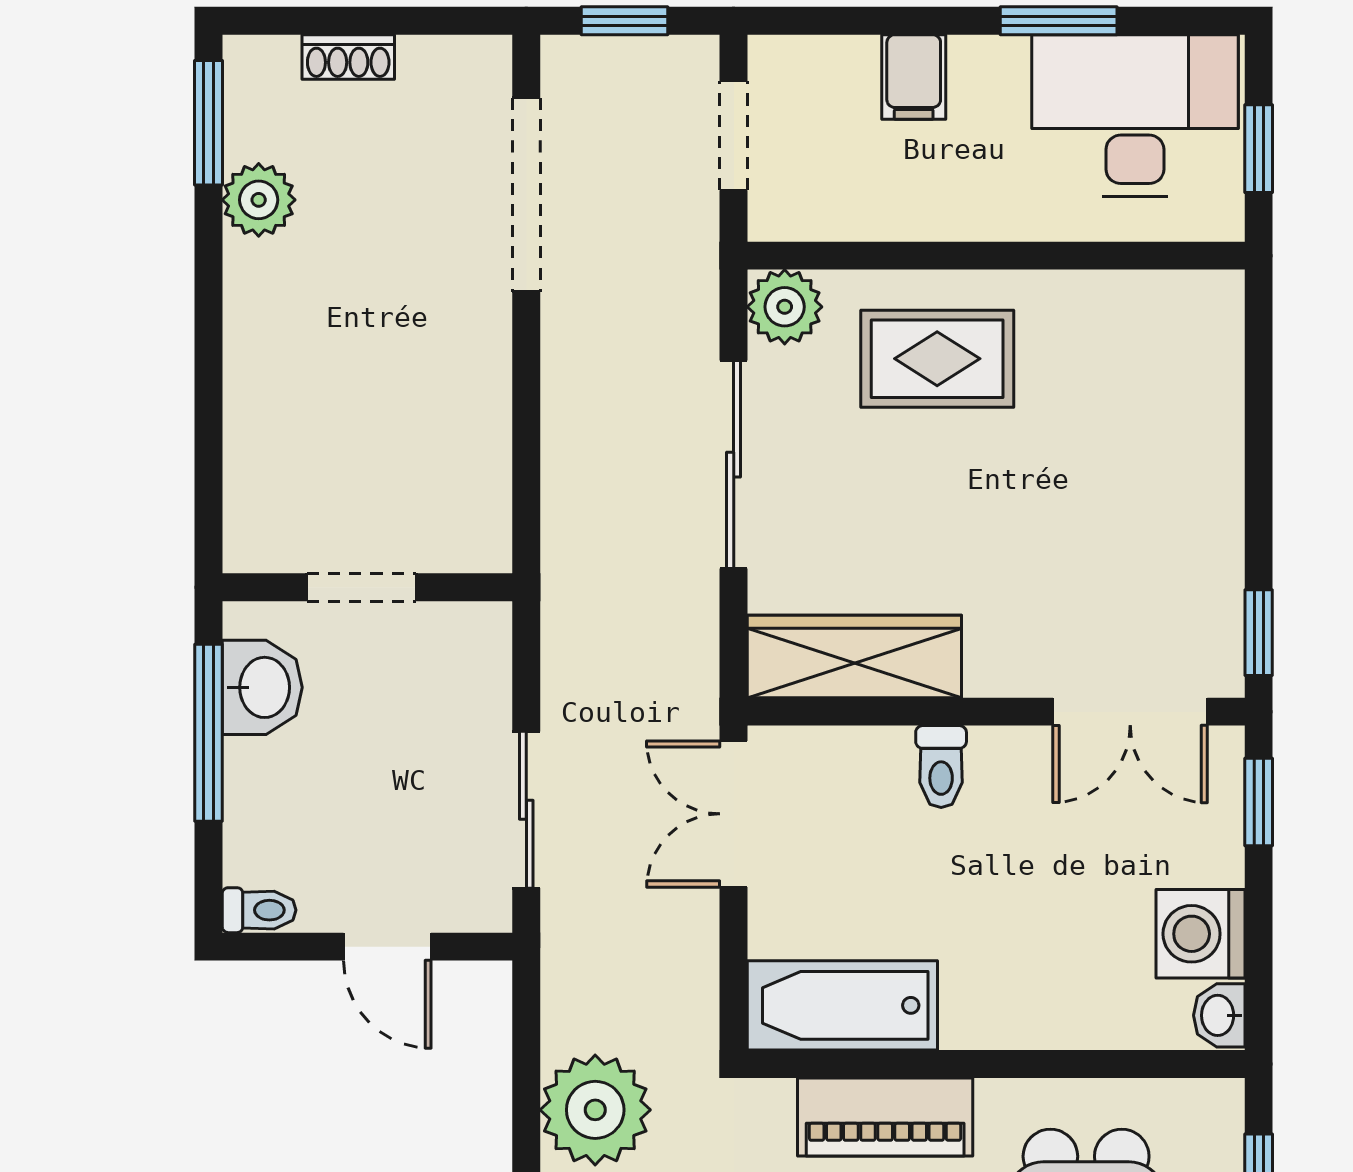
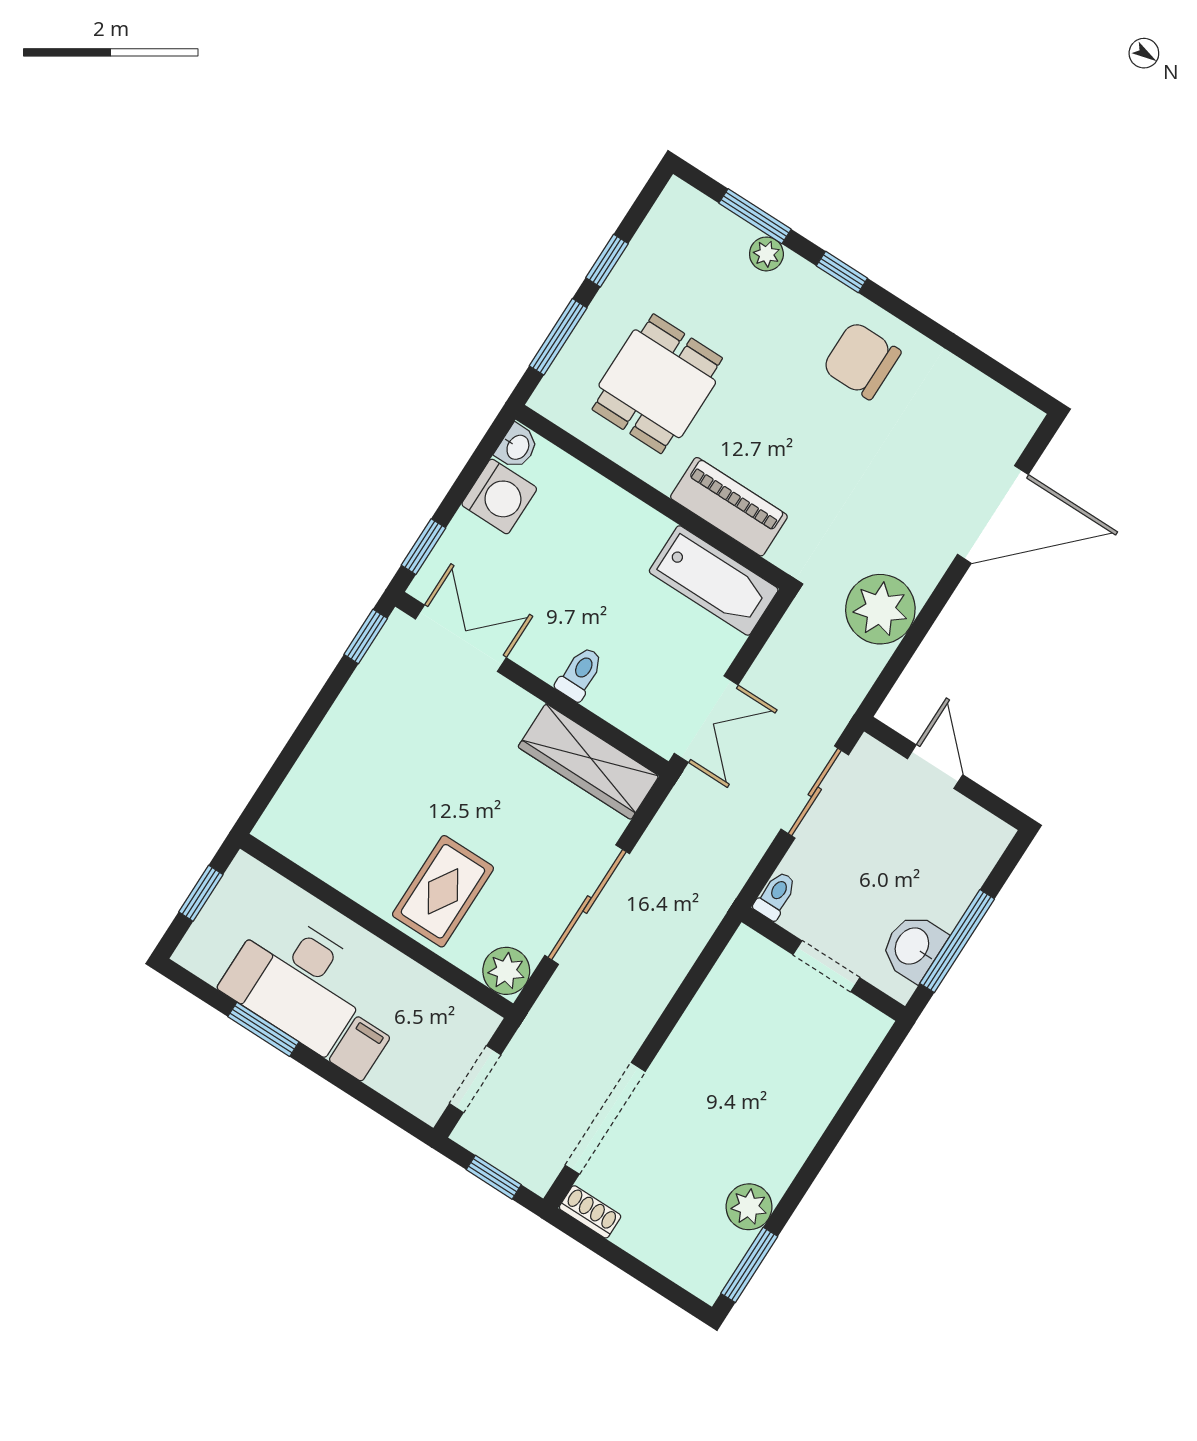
shoe rack: (348, 57) -> (590, 1212), moved
desk: (1135, 116) -> (298, 981), moved
rug: (937, 359) -> (443, 891), turned 90
toilet: (259, 910) -> (776, 896), moved, turned 90

